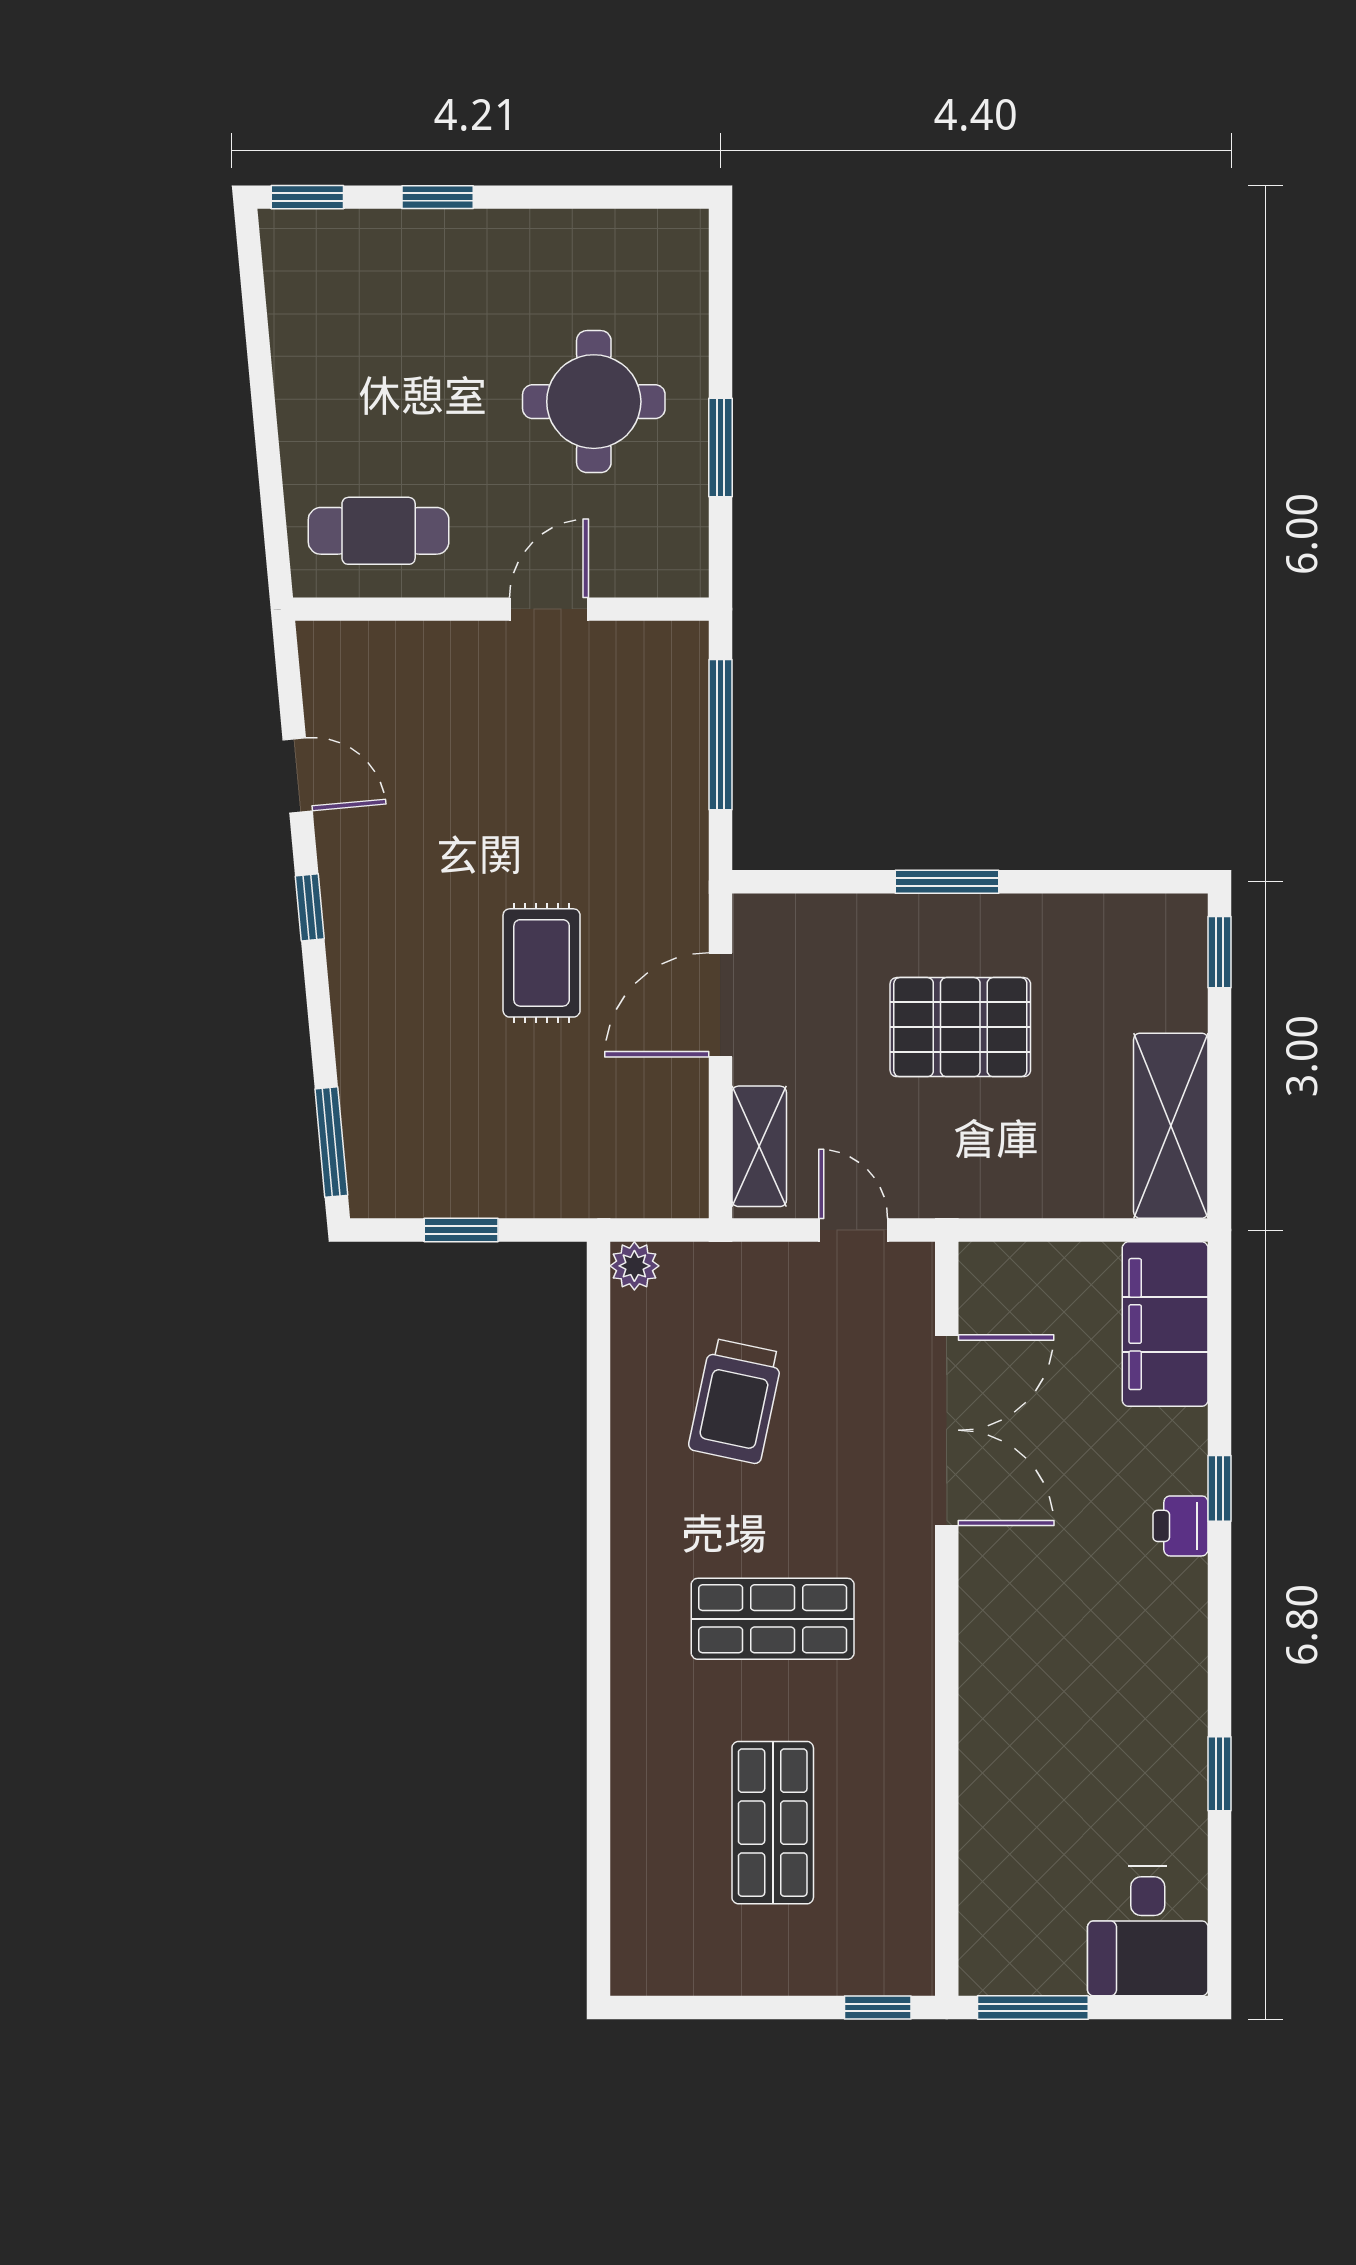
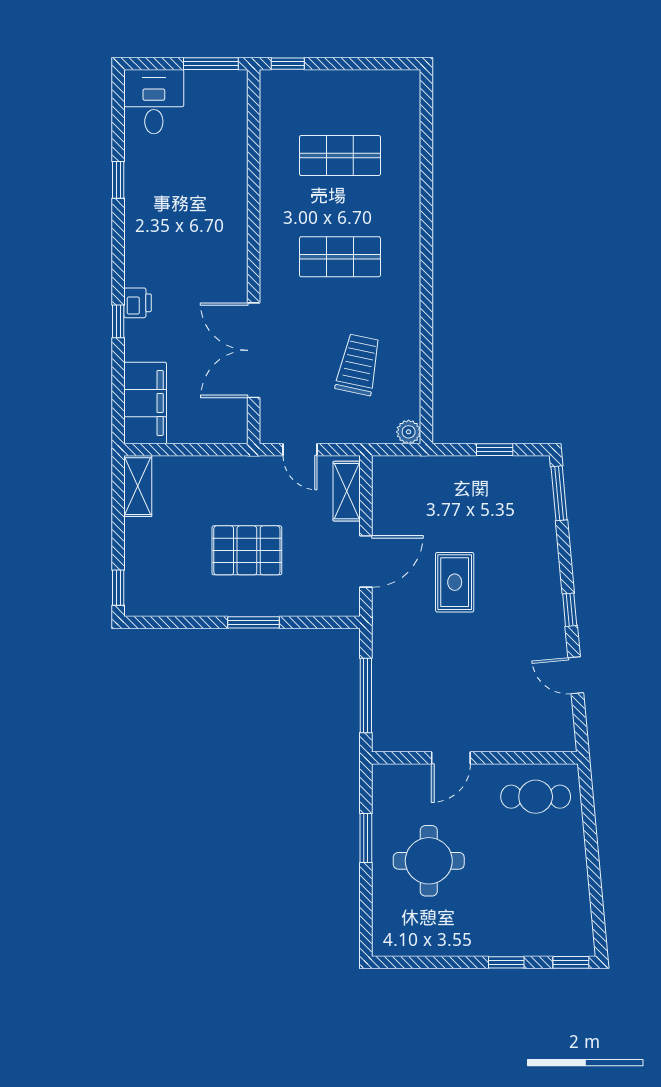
shelving: (1171, 1126) -> (138, 486), width x0.67, depth x0.75
shop shelf: (773, 1823) -> (340, 156), turned 90

